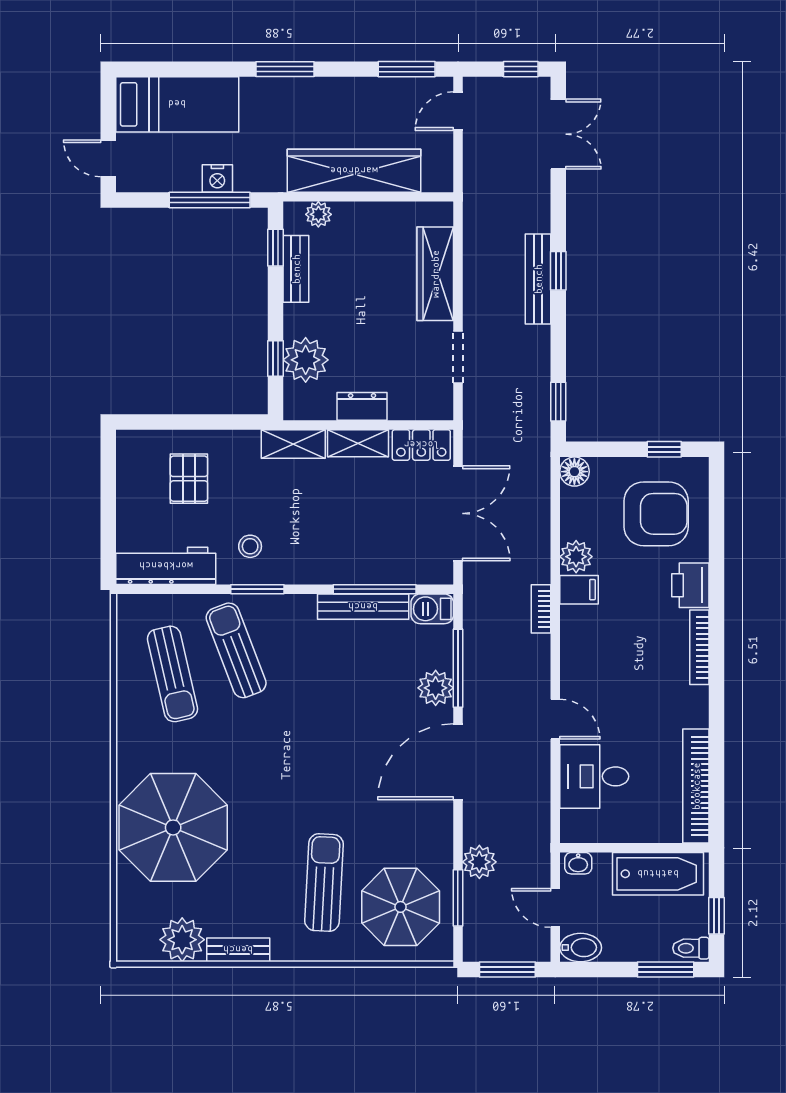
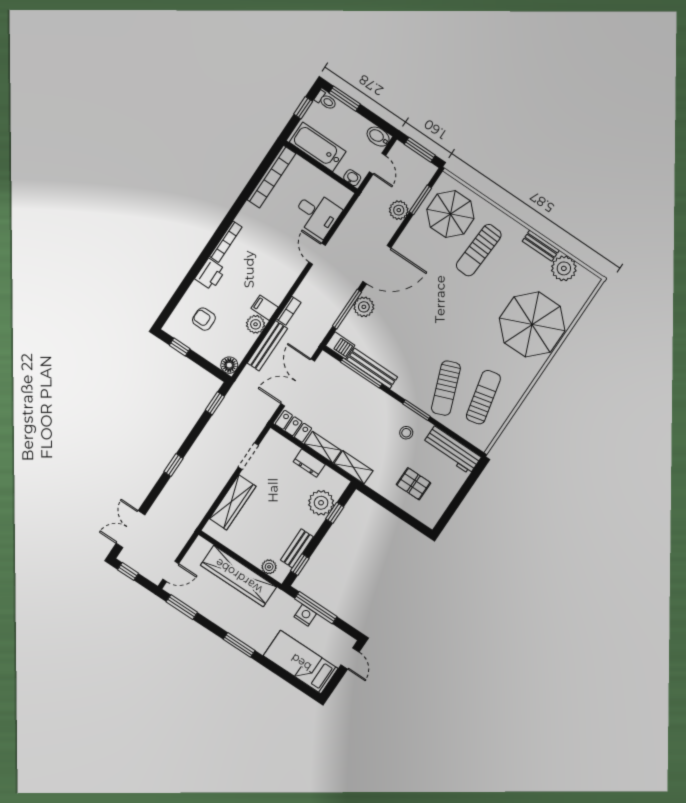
bench: (538, 279) -> (267, 346), moved
pallet: (189, 479) -> (413, 484), turned 90
armchair: (656, 514) -> (204, 319), width x0.53, depth x0.53

